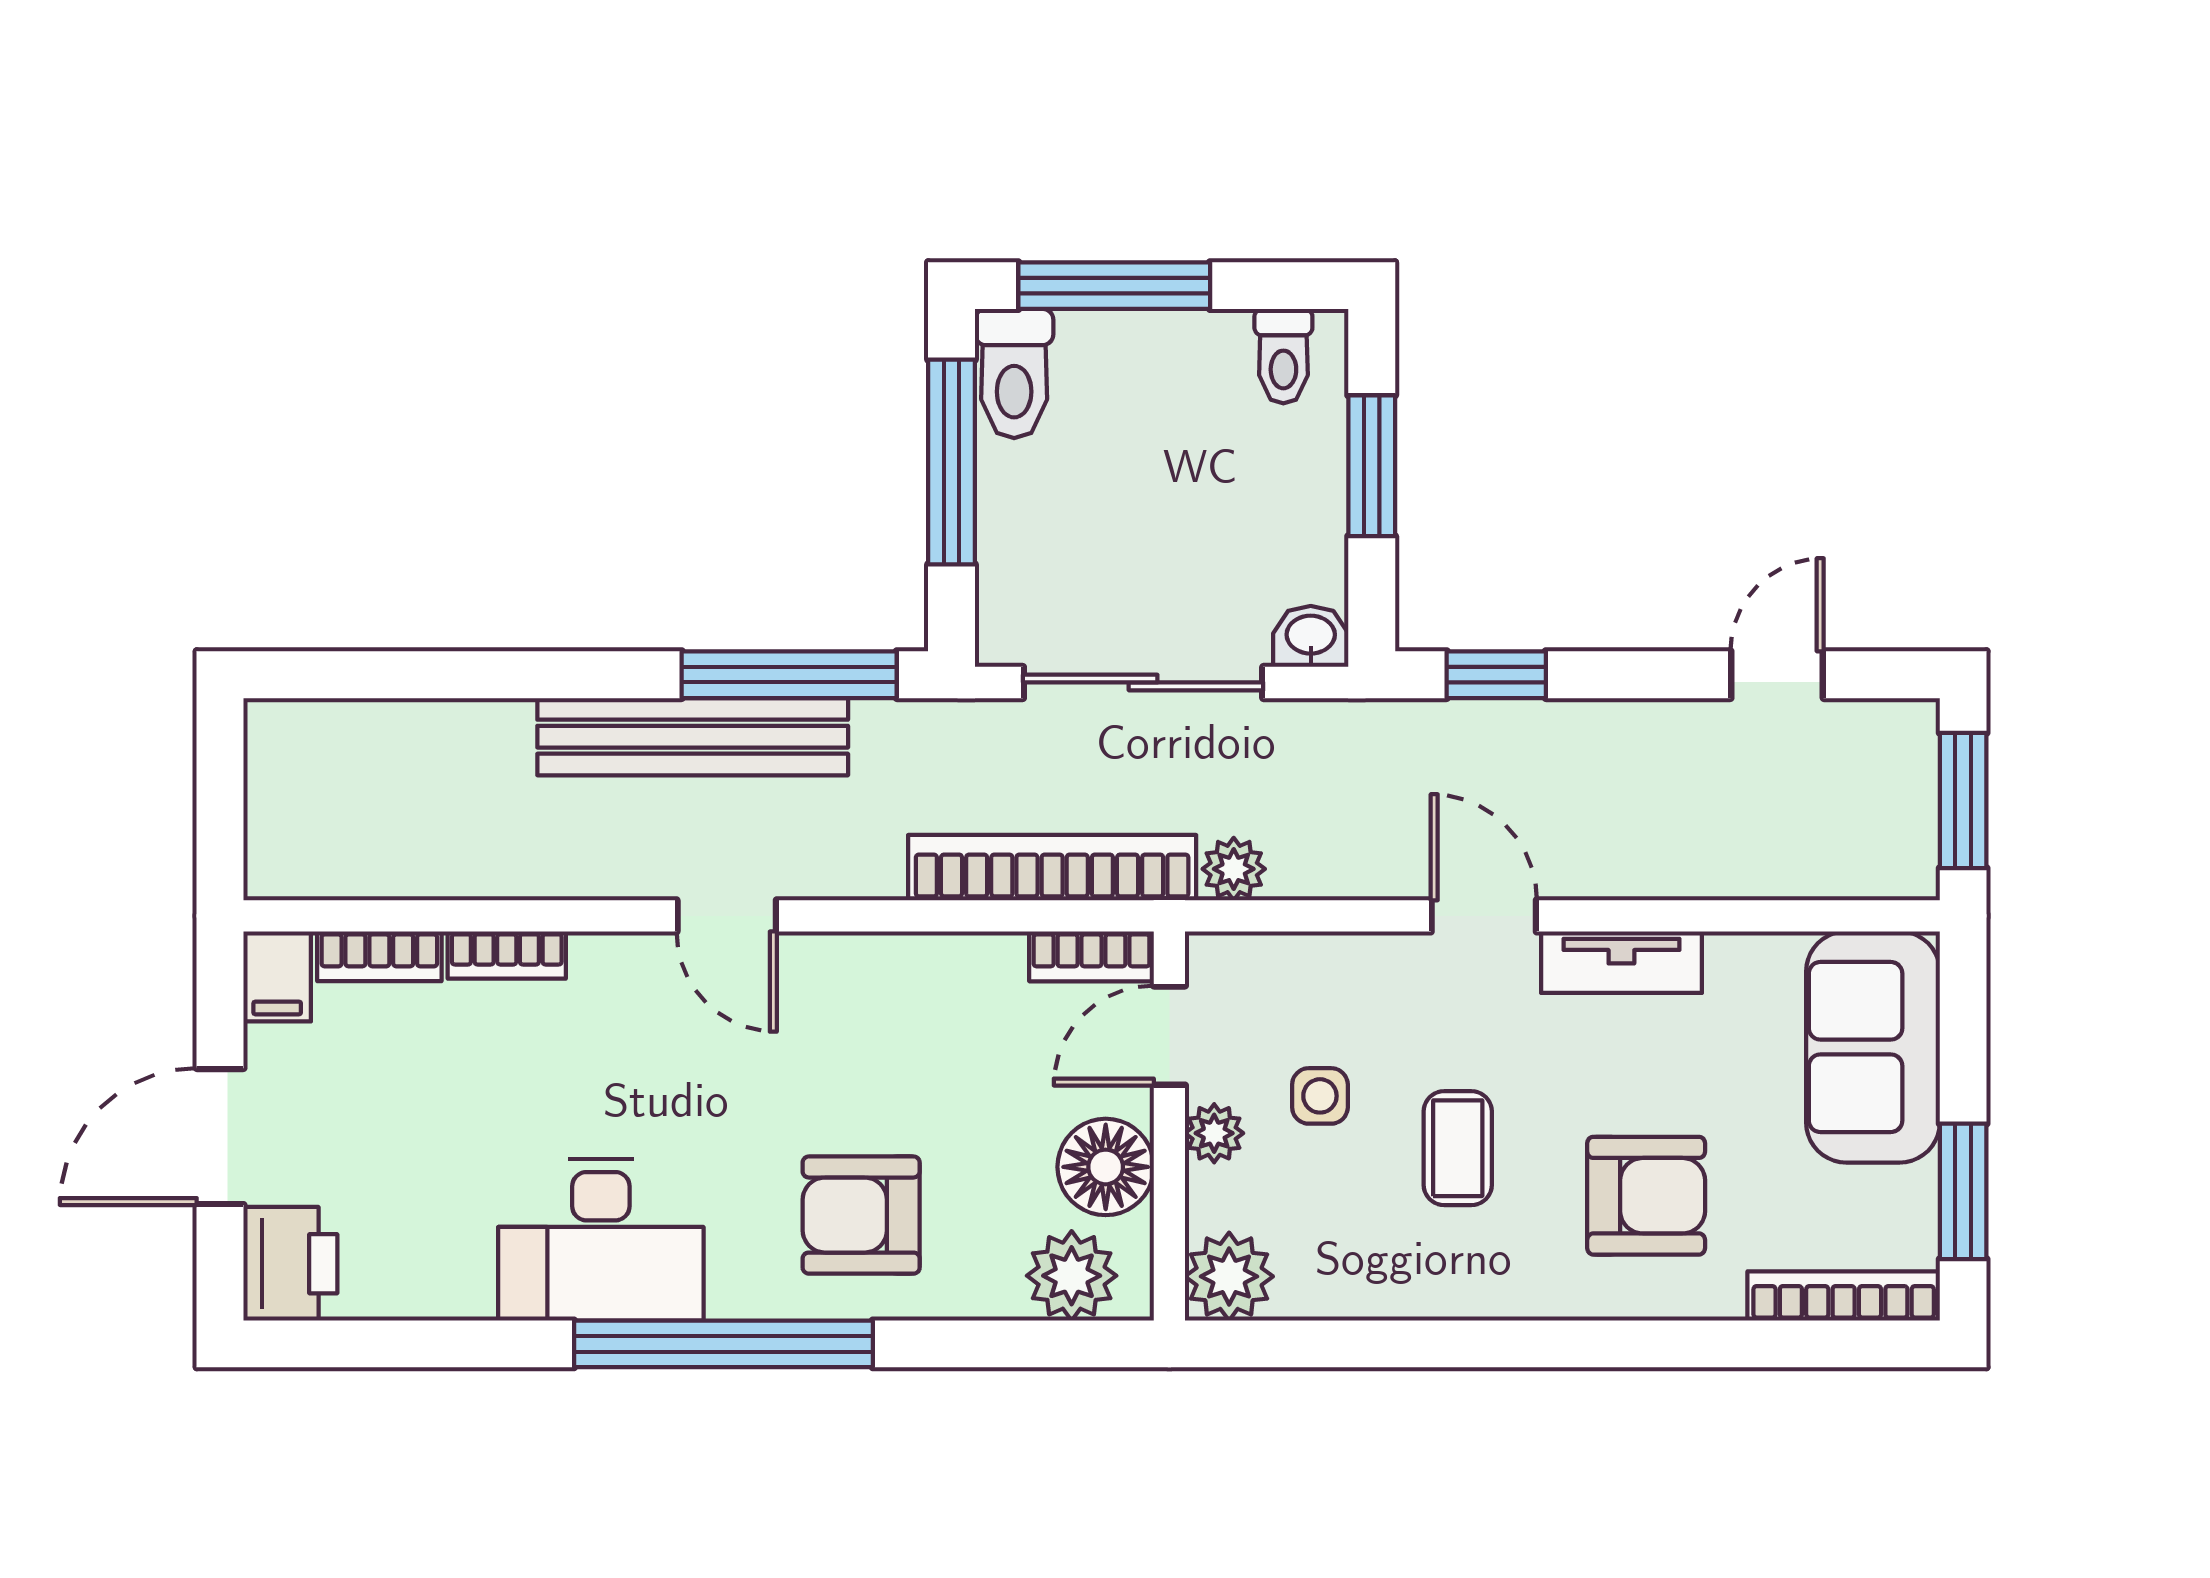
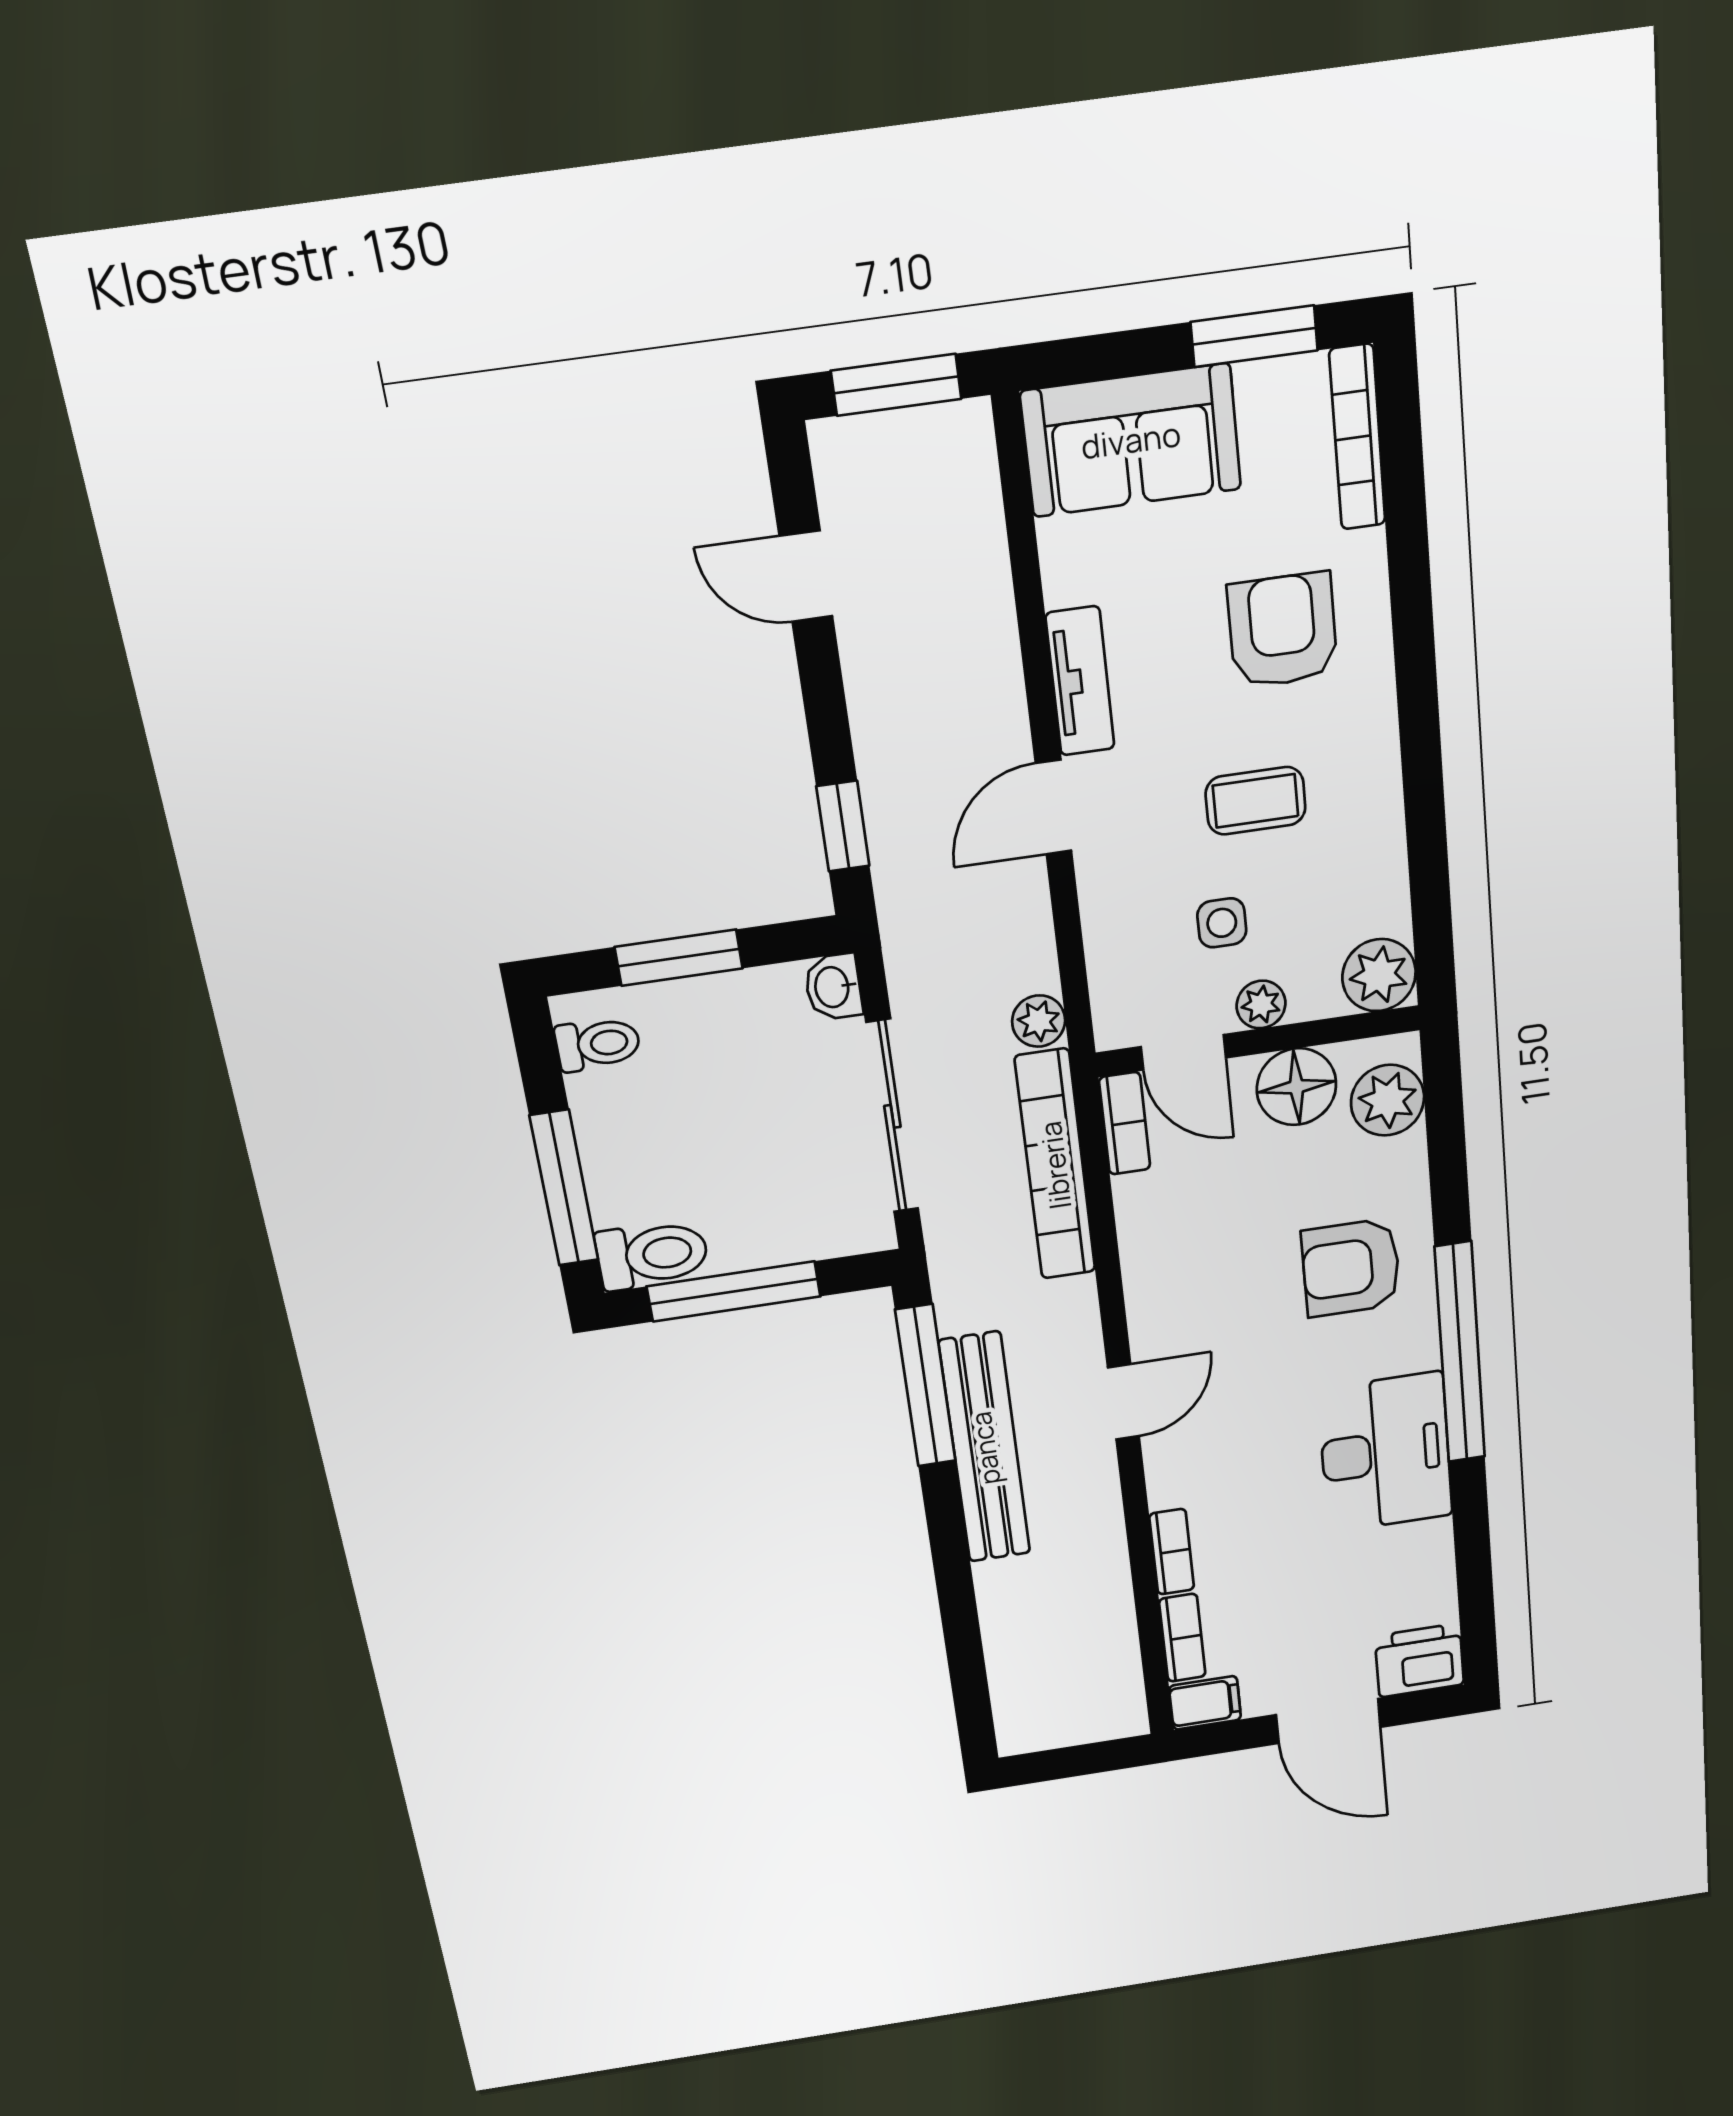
armchair: (861, 1215) -> (1351, 1268), turned 90

